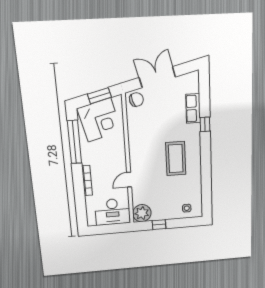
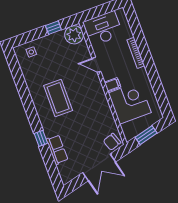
corner desk: (99, 120) -> (130, 103), moved, turned 104
window: (74, 142) -> (157, 86), removed
filing cabinet: (119, 156) -> (113, 85), added
door: (129, 180) -> (96, 65), swing flipped

